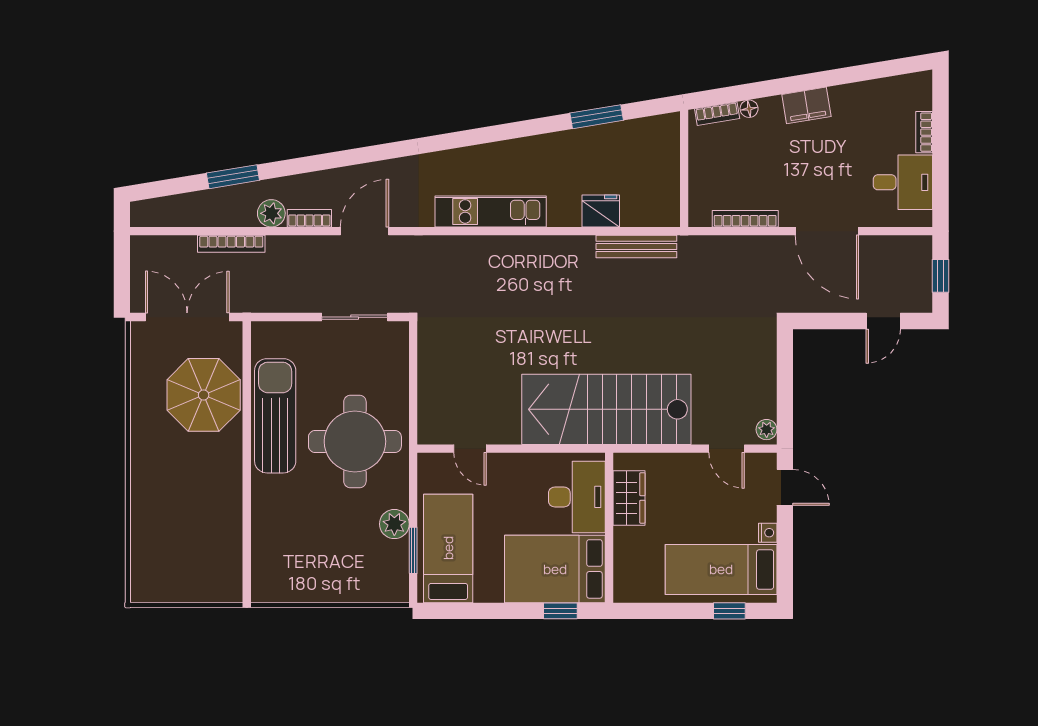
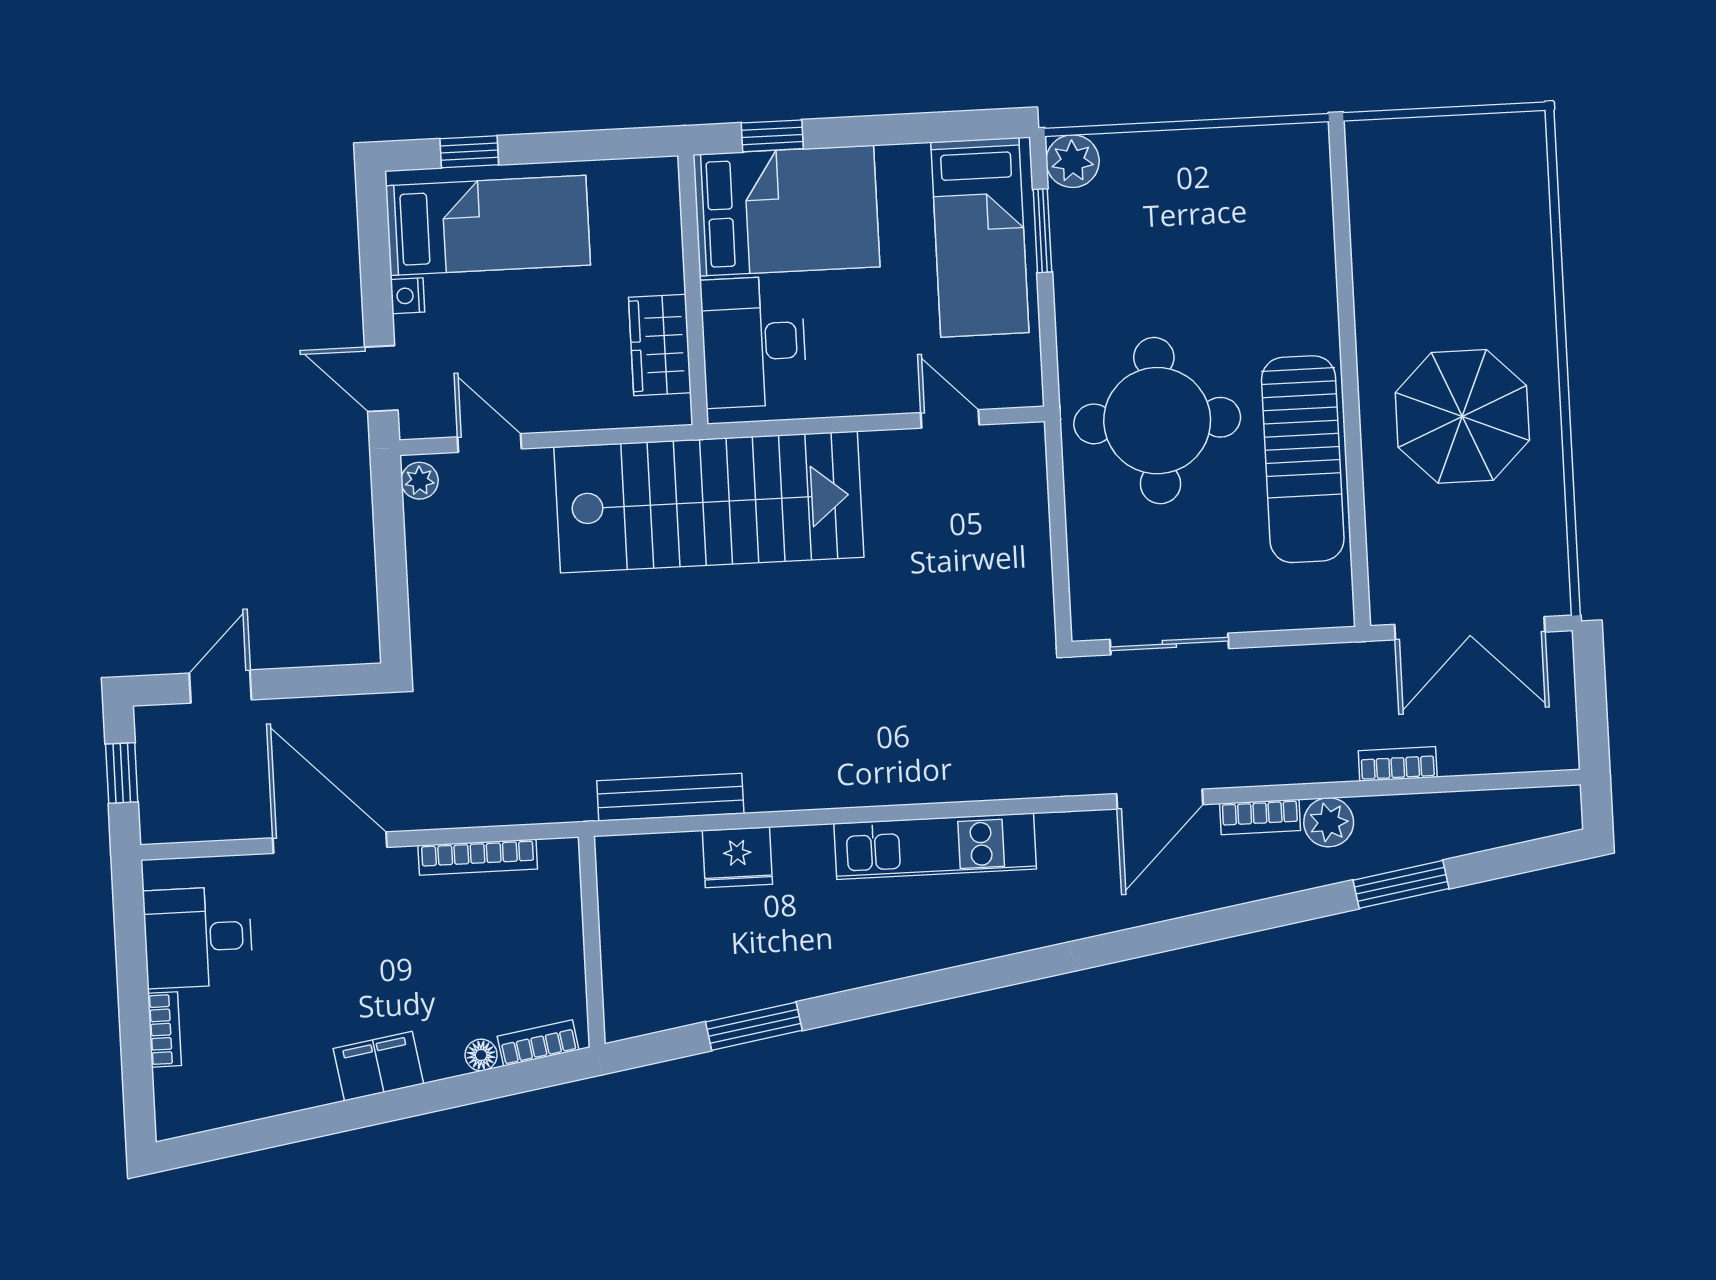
bookcase: (231, 244) -> (1398, 764), width x0.64
parasol: (204, 395) -> (1462, 416), moved
plant: (394, 524) -> (1073, 161), moved

